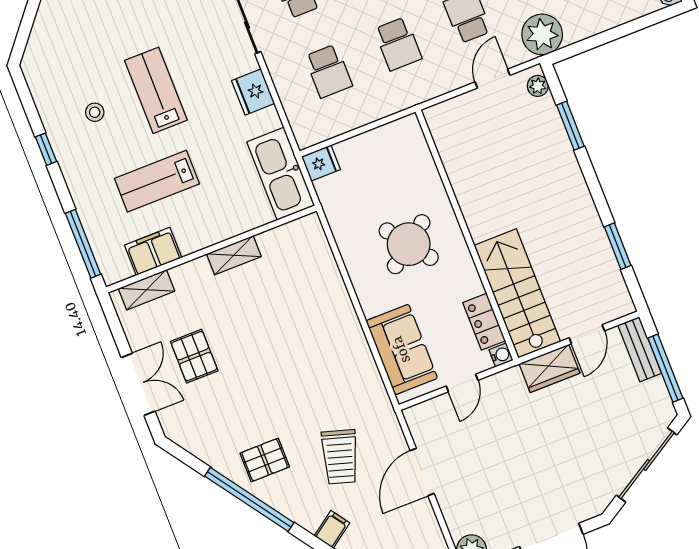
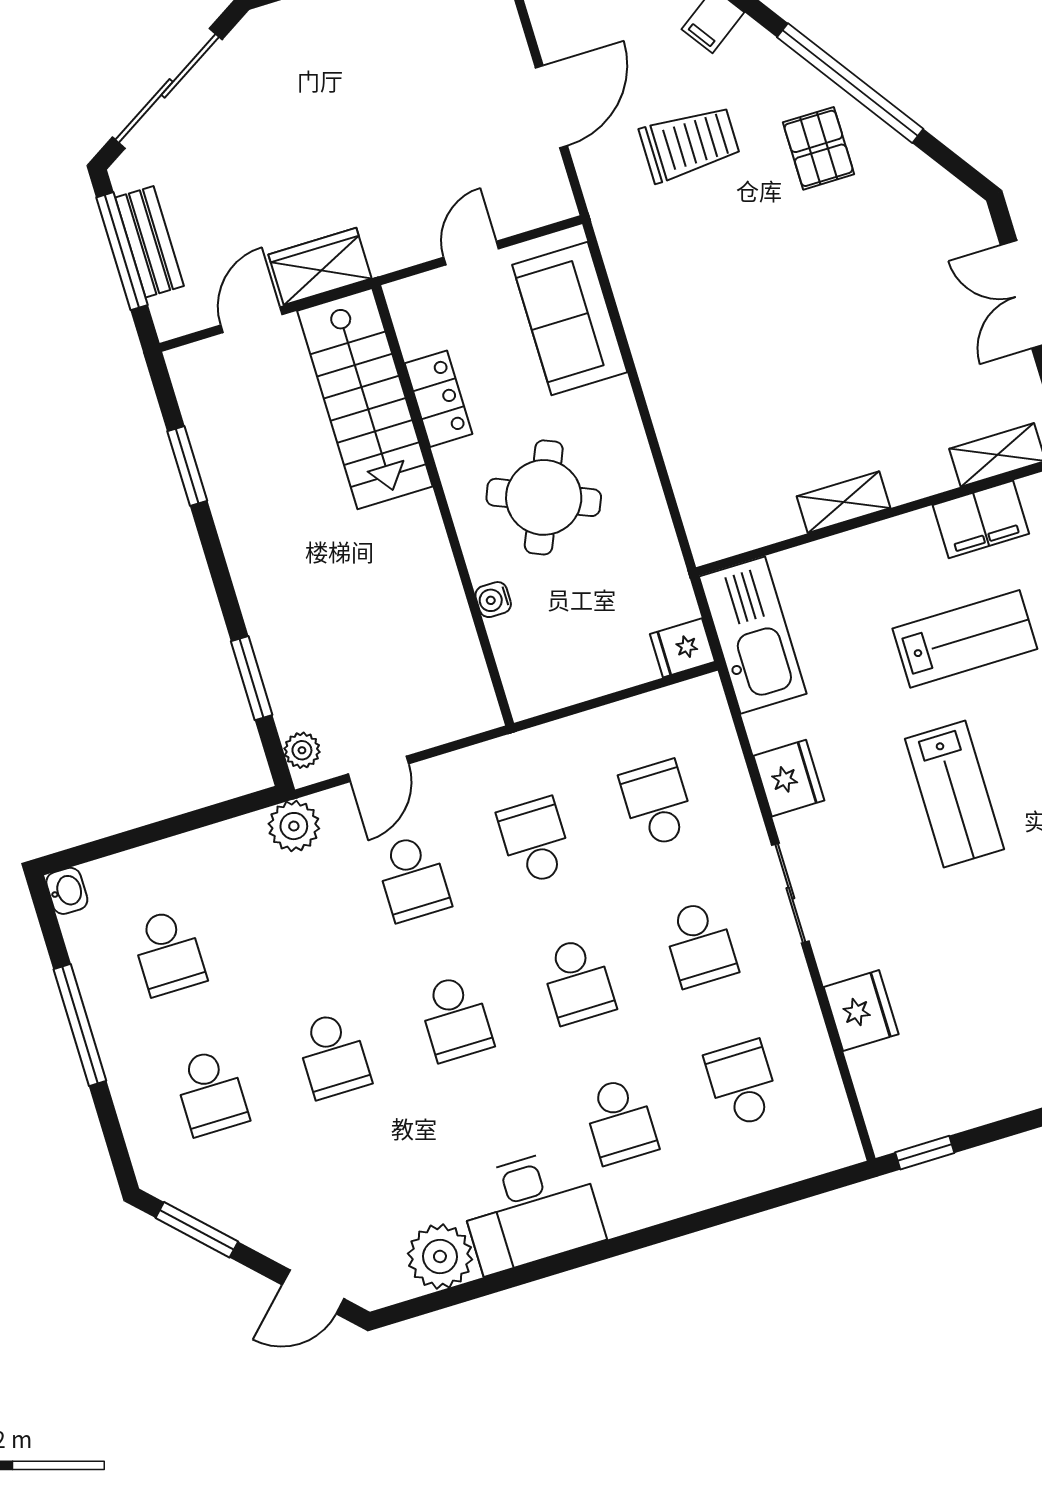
plant: (542, 34) -> (294, 826), width x0.73, depth x0.73
round table: (409, 244) -> (544, 497), turned -30
locker: (484, 322) -> (439, 399), moved
bench: (640, 349) -> (150, 242), moved
water cooler: (501, 355) -> (493, 600), moved
pallet: (194, 356) -> (925, 335), removed
trolley: (340, 457) -> (690, 144), turned 73
pallet: (265, 460) -> (819, 148), turned 90

